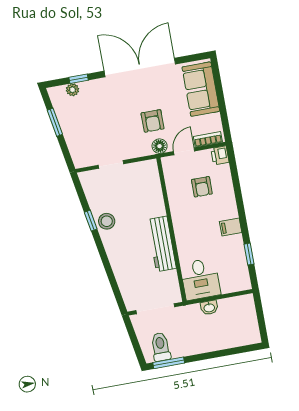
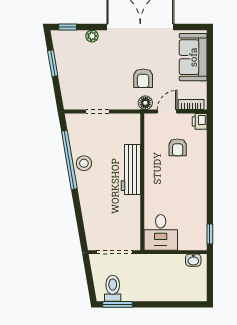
window: (79, 79) -> (68, 27), moved
plant: (72, 90) -> (92, 36), moved
window: (91, 221) -> (69, 160), width x3.17
filing cabinet: (231, 227) -> (197, 189), removed
workbench: (162, 244) -> (131, 169), moved
window: (249, 254) -> (210, 234), moved
washbasin: (209, 308) -> (193, 260), moved

